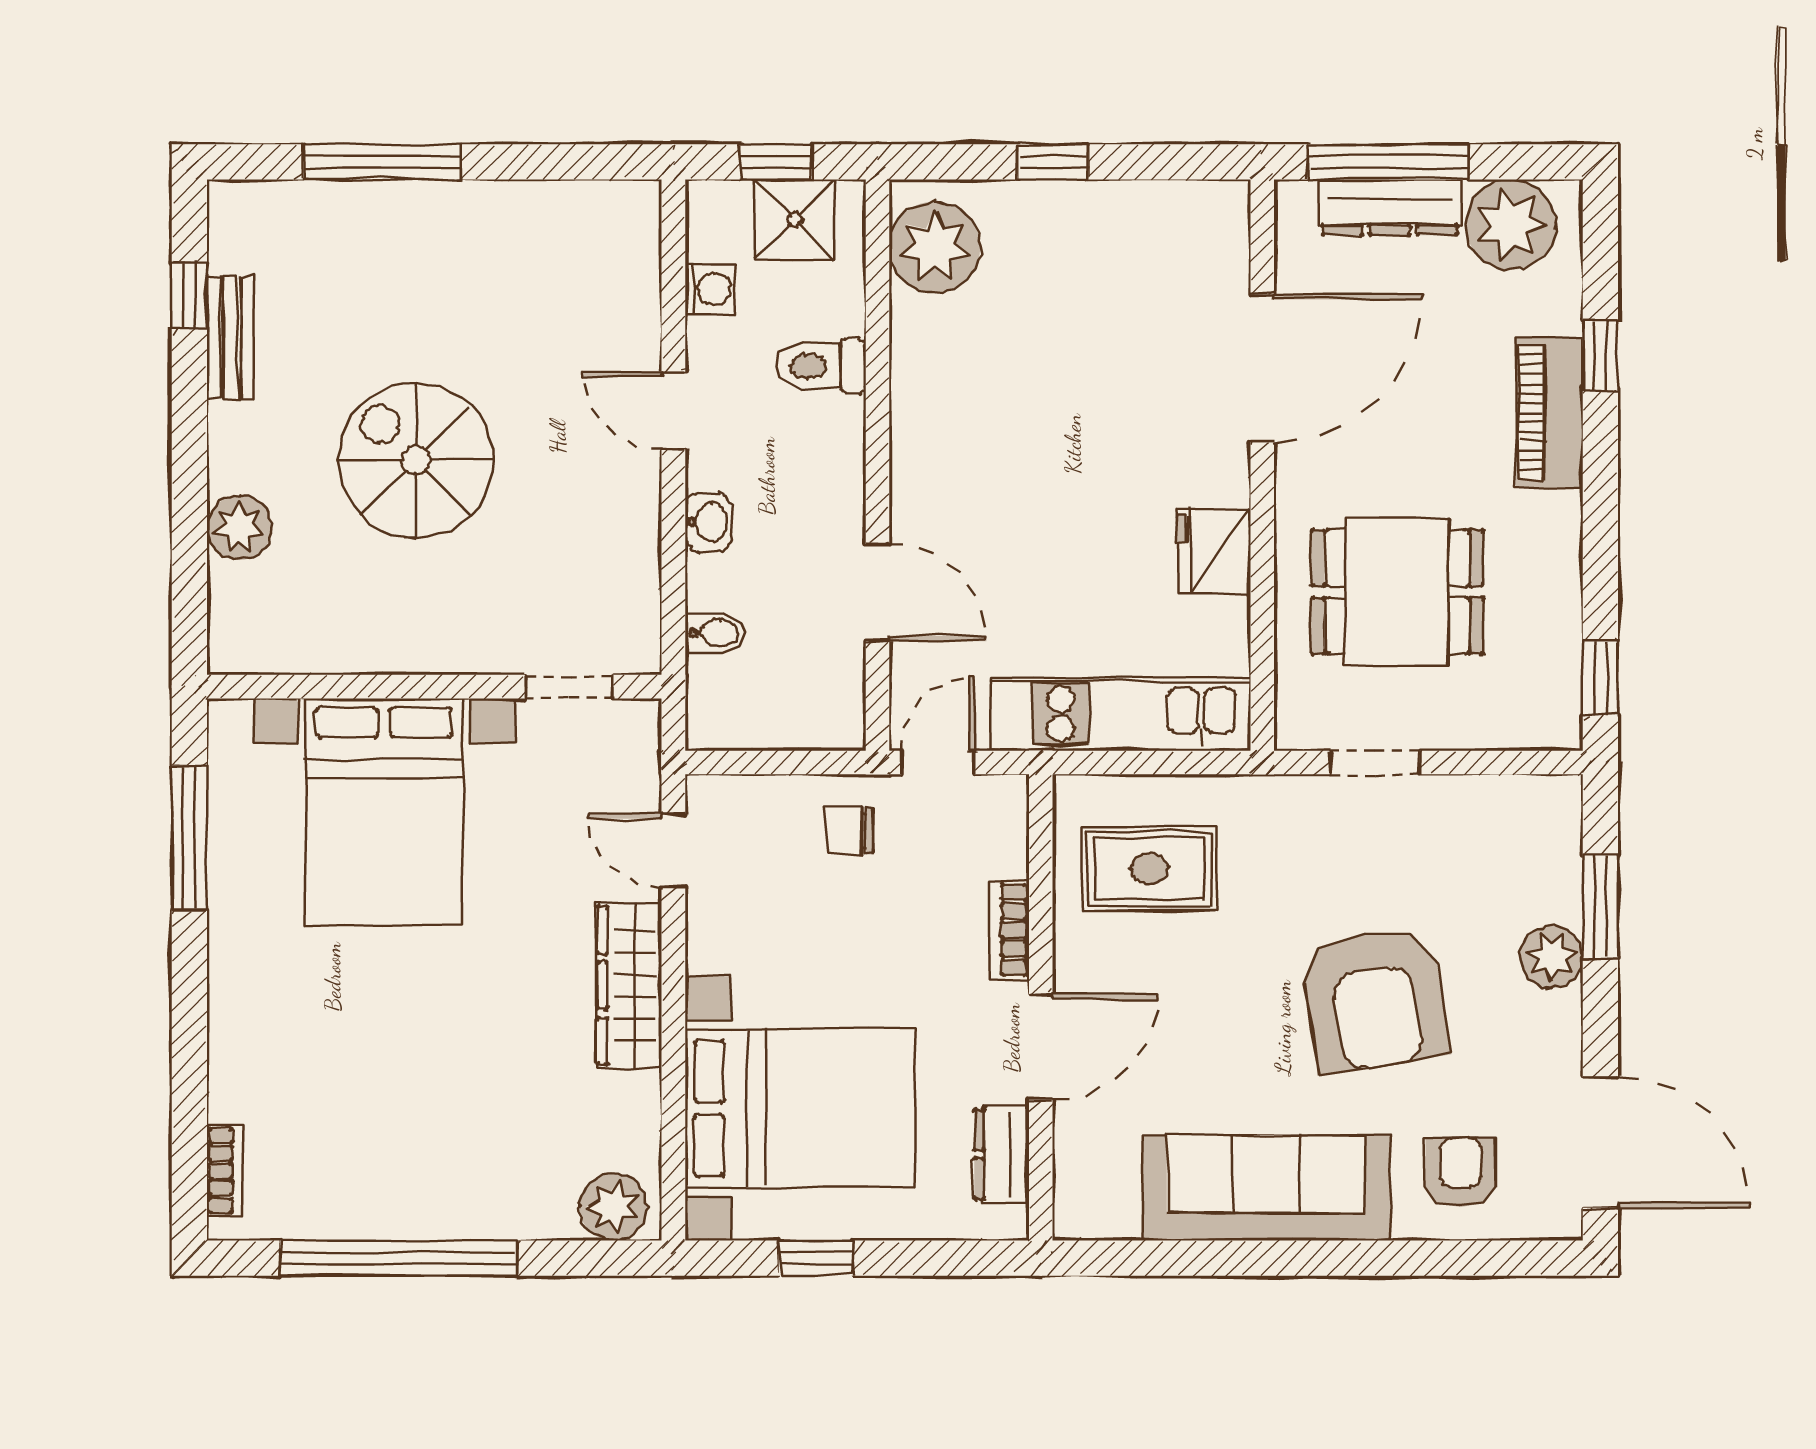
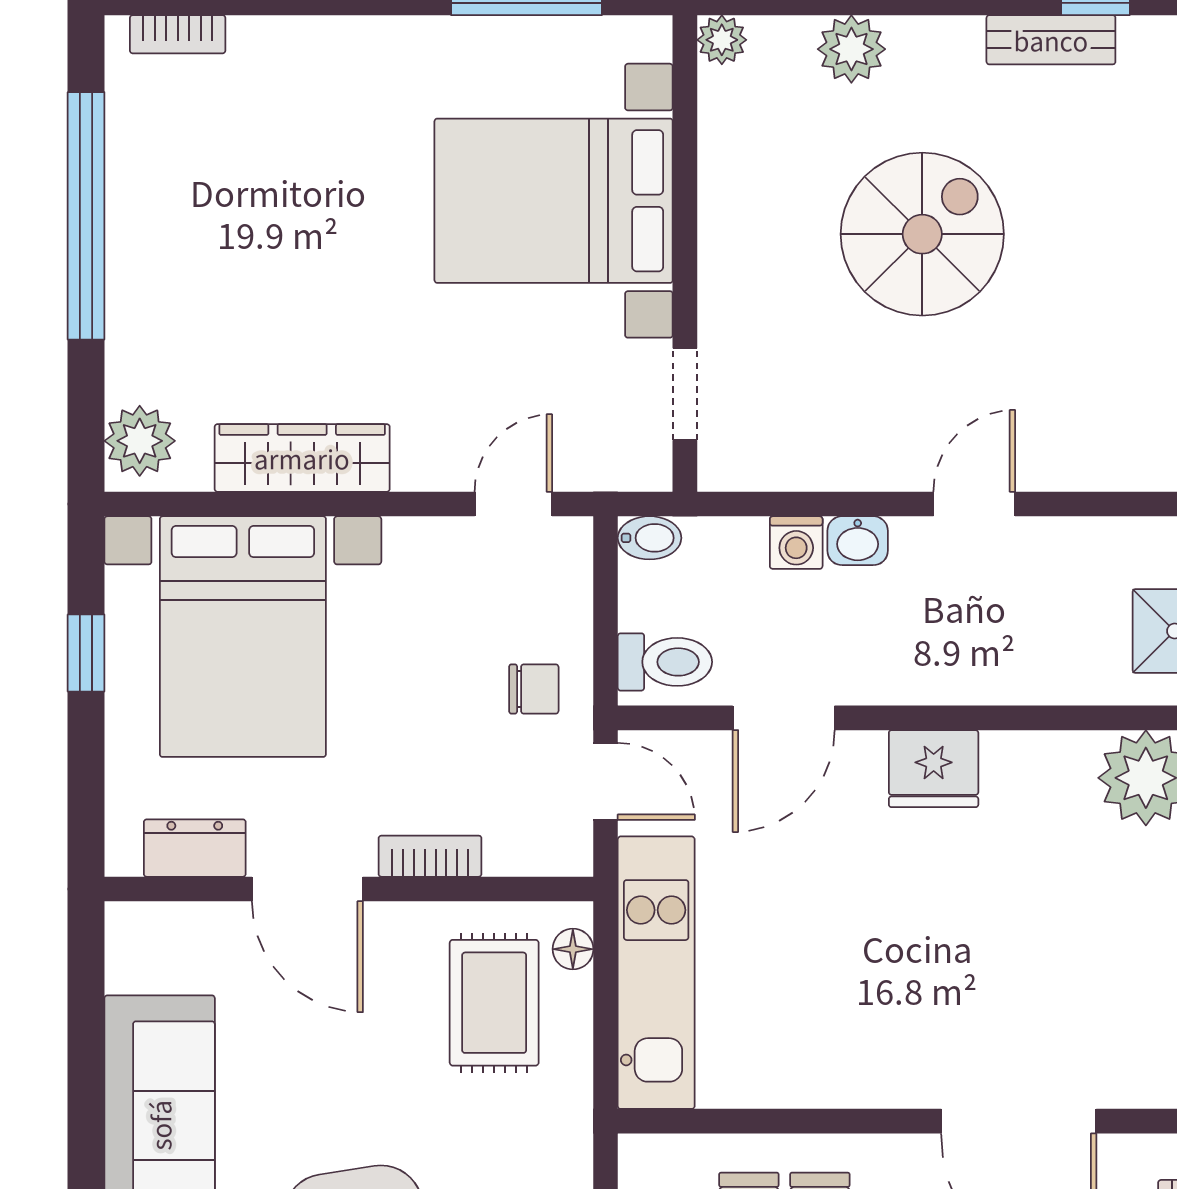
washing machine: (710, 289) -> (796, 543), moved
toilet: (821, 366) -> (665, 662), moved, turned 90
fridge: (1214, 551) -> (934, 769), moved, turned 180
bidet: (715, 633) -> (650, 538), moved, turned -90
plant: (230, 651) -> (722, 40), added
floor lamp: (1098, 794) -> (573, 949), added
chair: (850, 831) -> (534, 689), turned 90
wardrobe: (629, 985) -> (302, 458), moved

